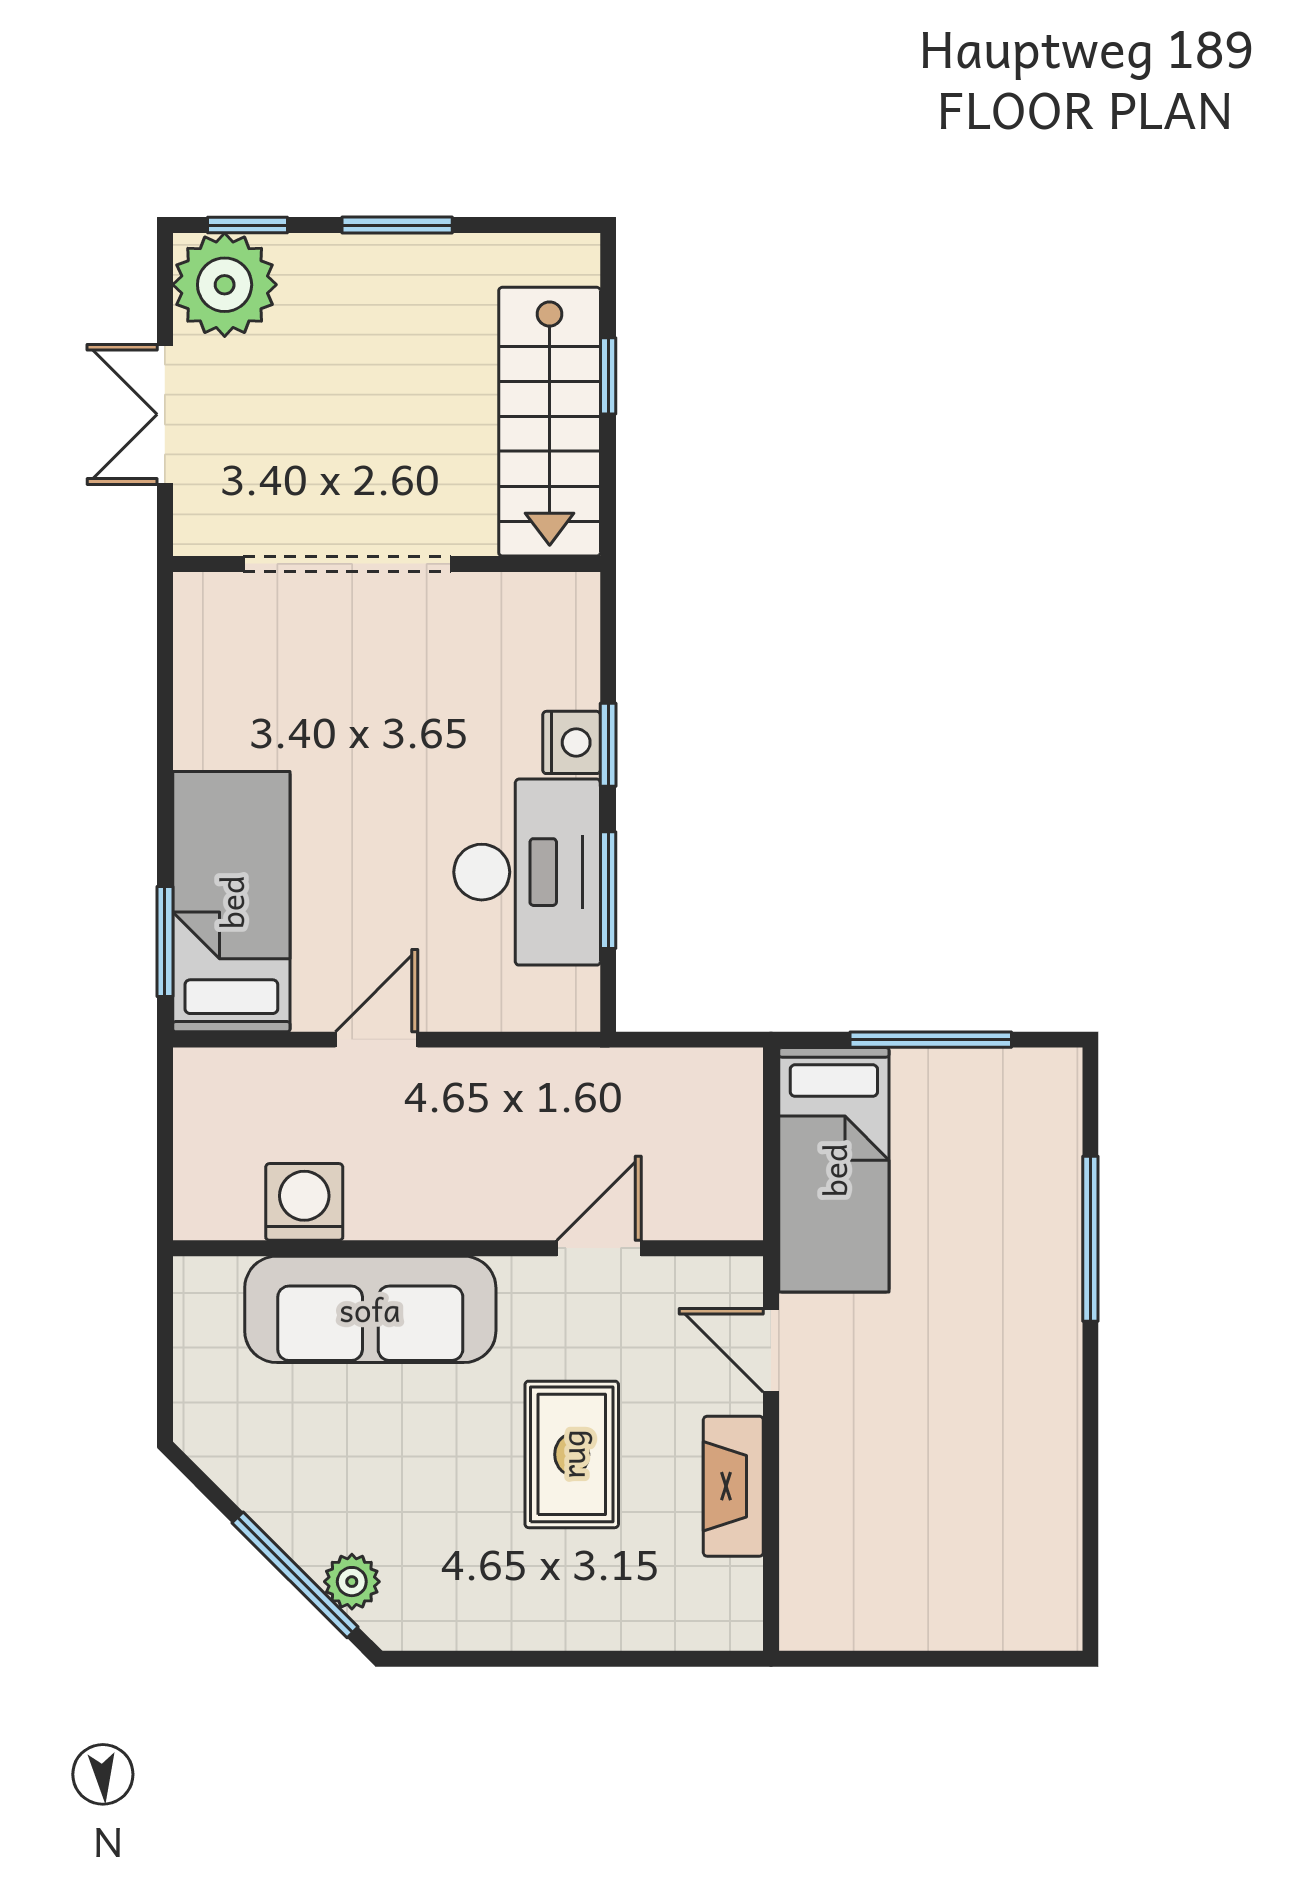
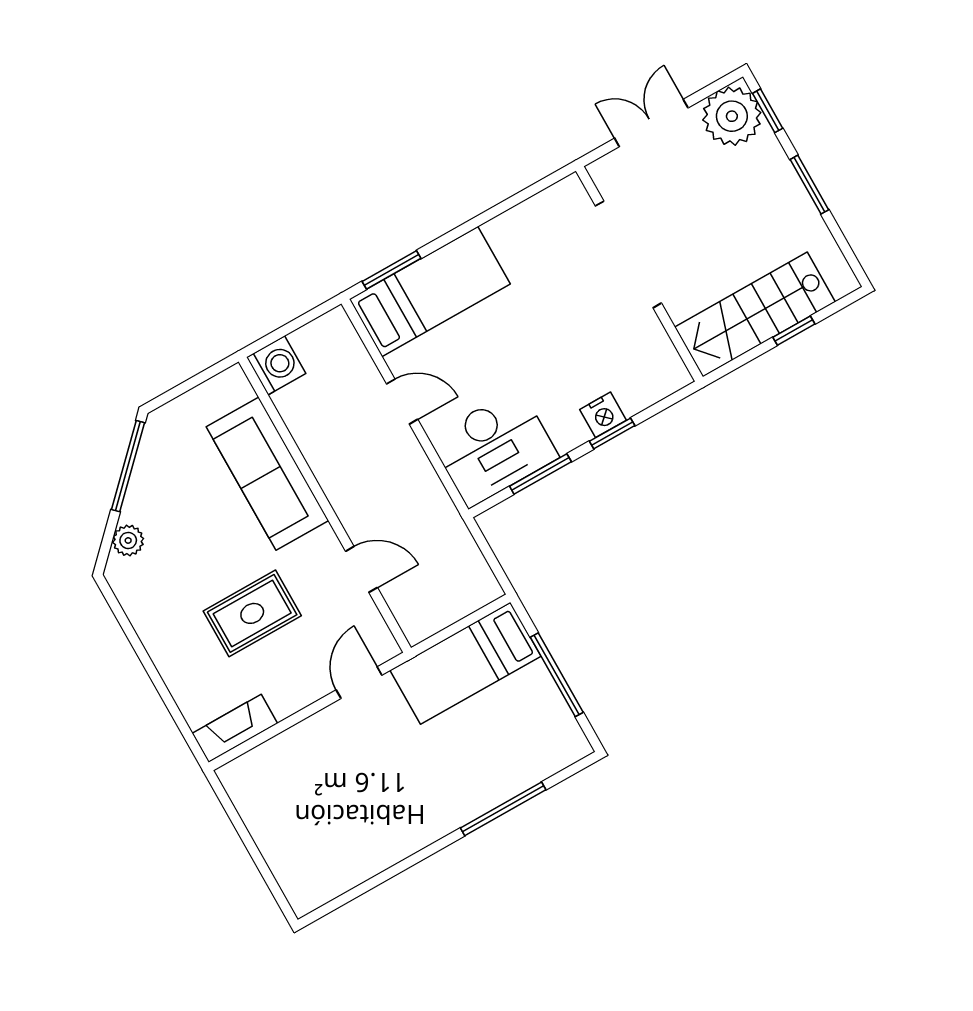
desk: (527, 872) -> (494, 448), moved
washing machine: (304, 1202) -> (276, 365), moved
fireplace: (733, 1486) -> (235, 728), moved
window: (295, 1575) -> (128, 466), moved

